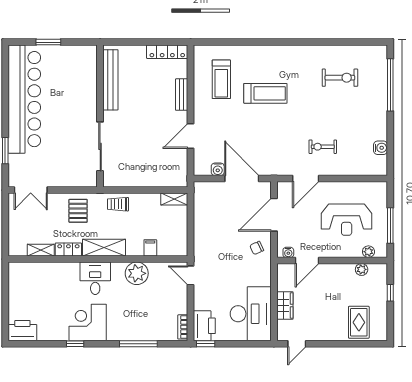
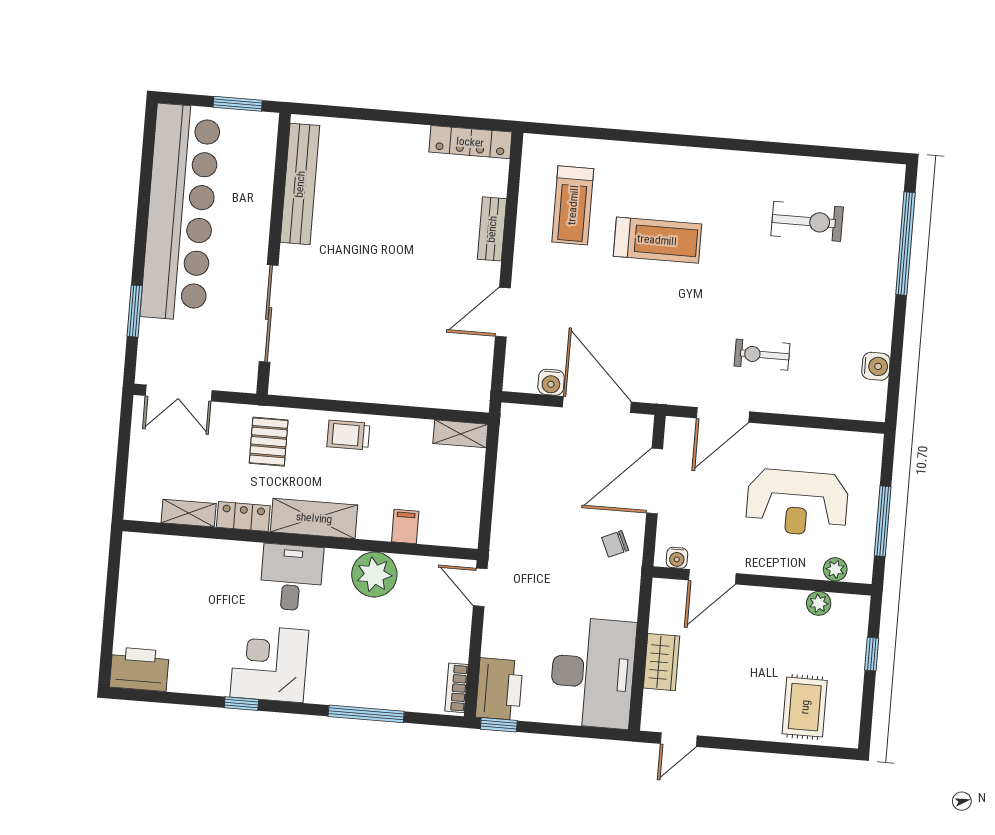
bench: (110, 80) -> (300, 184), moved
wall: (100, 116) -> (274, 254), moved
sliding door: (100, 146) -> (269, 314), moved

